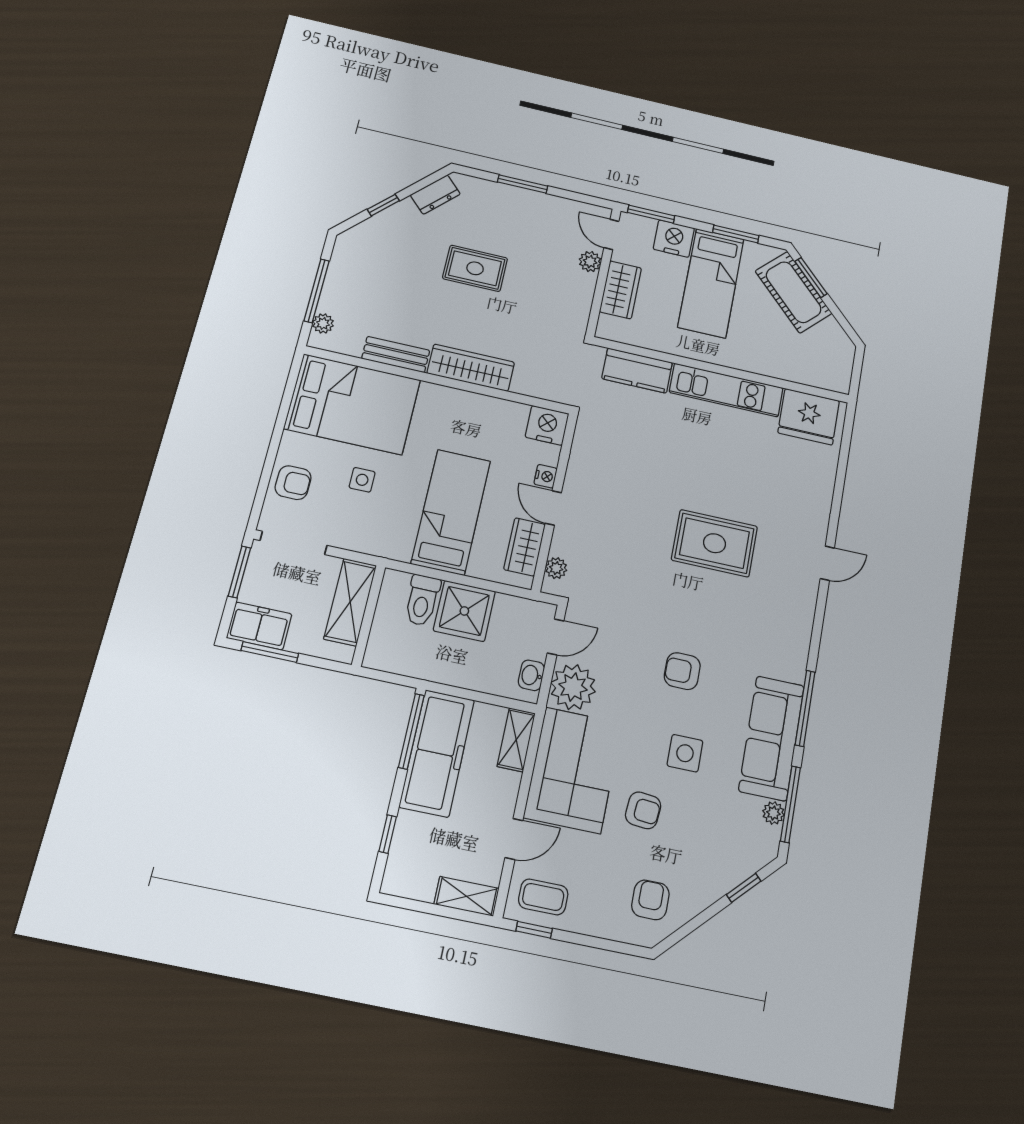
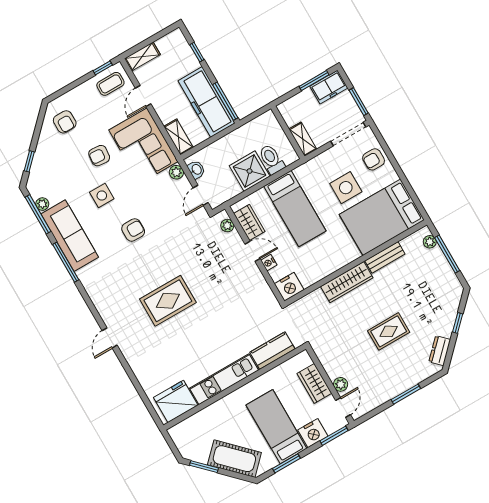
door: (611, 234) -> (343, 407), hinge flipped
window: (811, 277) -> (204, 467), moved
side table: (362, 480) -> (346, 188), width x1.87, depth x1.87
shelving: (350, 602) -> (303, 139), width x0.67, depth x0.75
plant: (573, 687) -> (176, 172), width x0.53, depth x0.53

